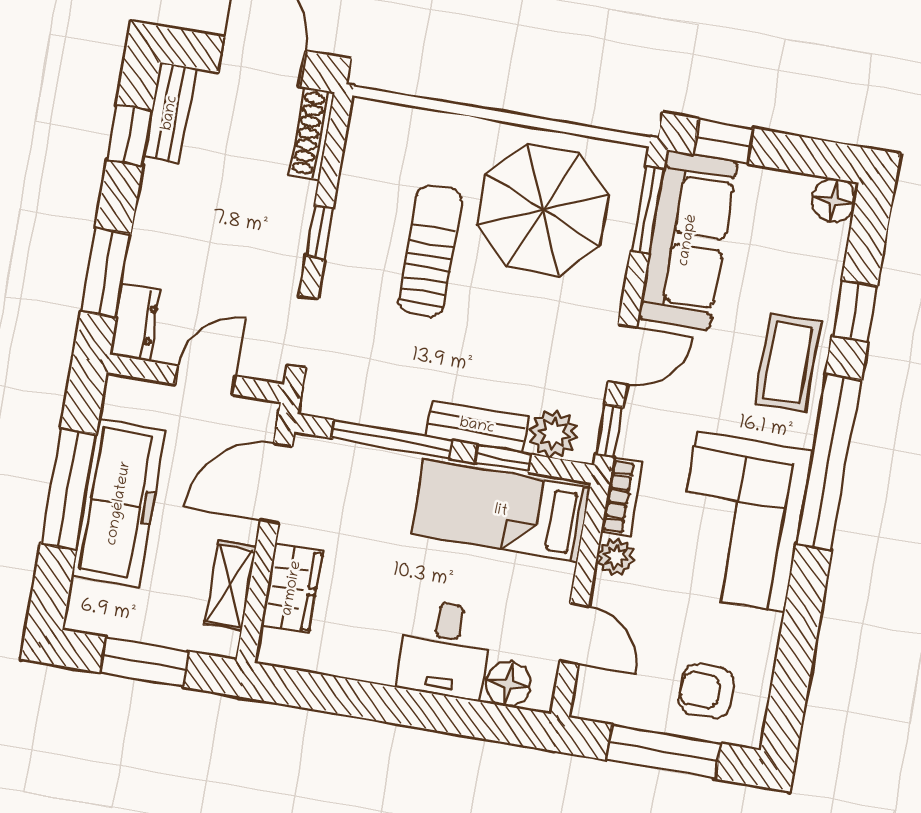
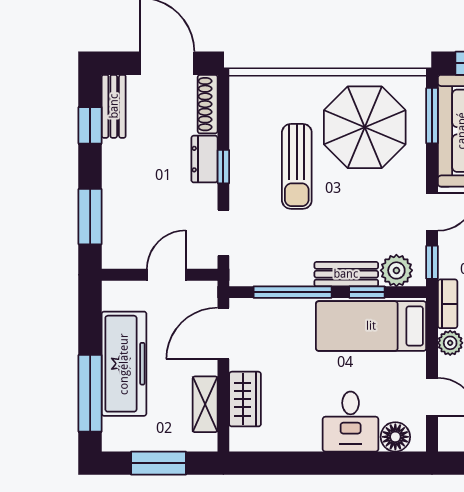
sun lounger: (430, 251) -> (297, 166), turned 180
dresser: (135, 323) -> (204, 159), moved, turned 180
window: (68, 489) -> (90, 393), moved

